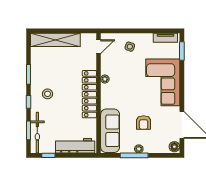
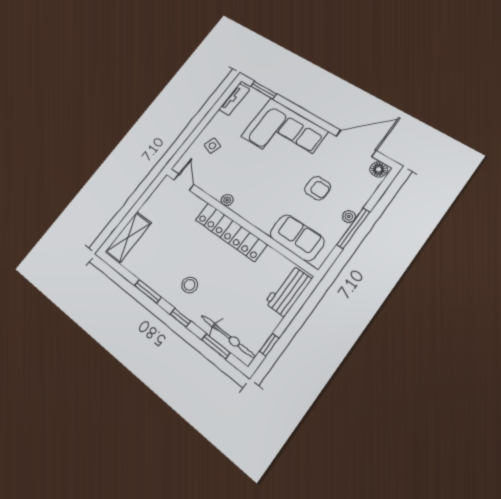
shelving: (55, 40) -> (128, 237), width x0.68
sofa: (110, 131) -> (297, 238), width x0.73
workbench: (75, 146) -> (288, 291), width x0.73

